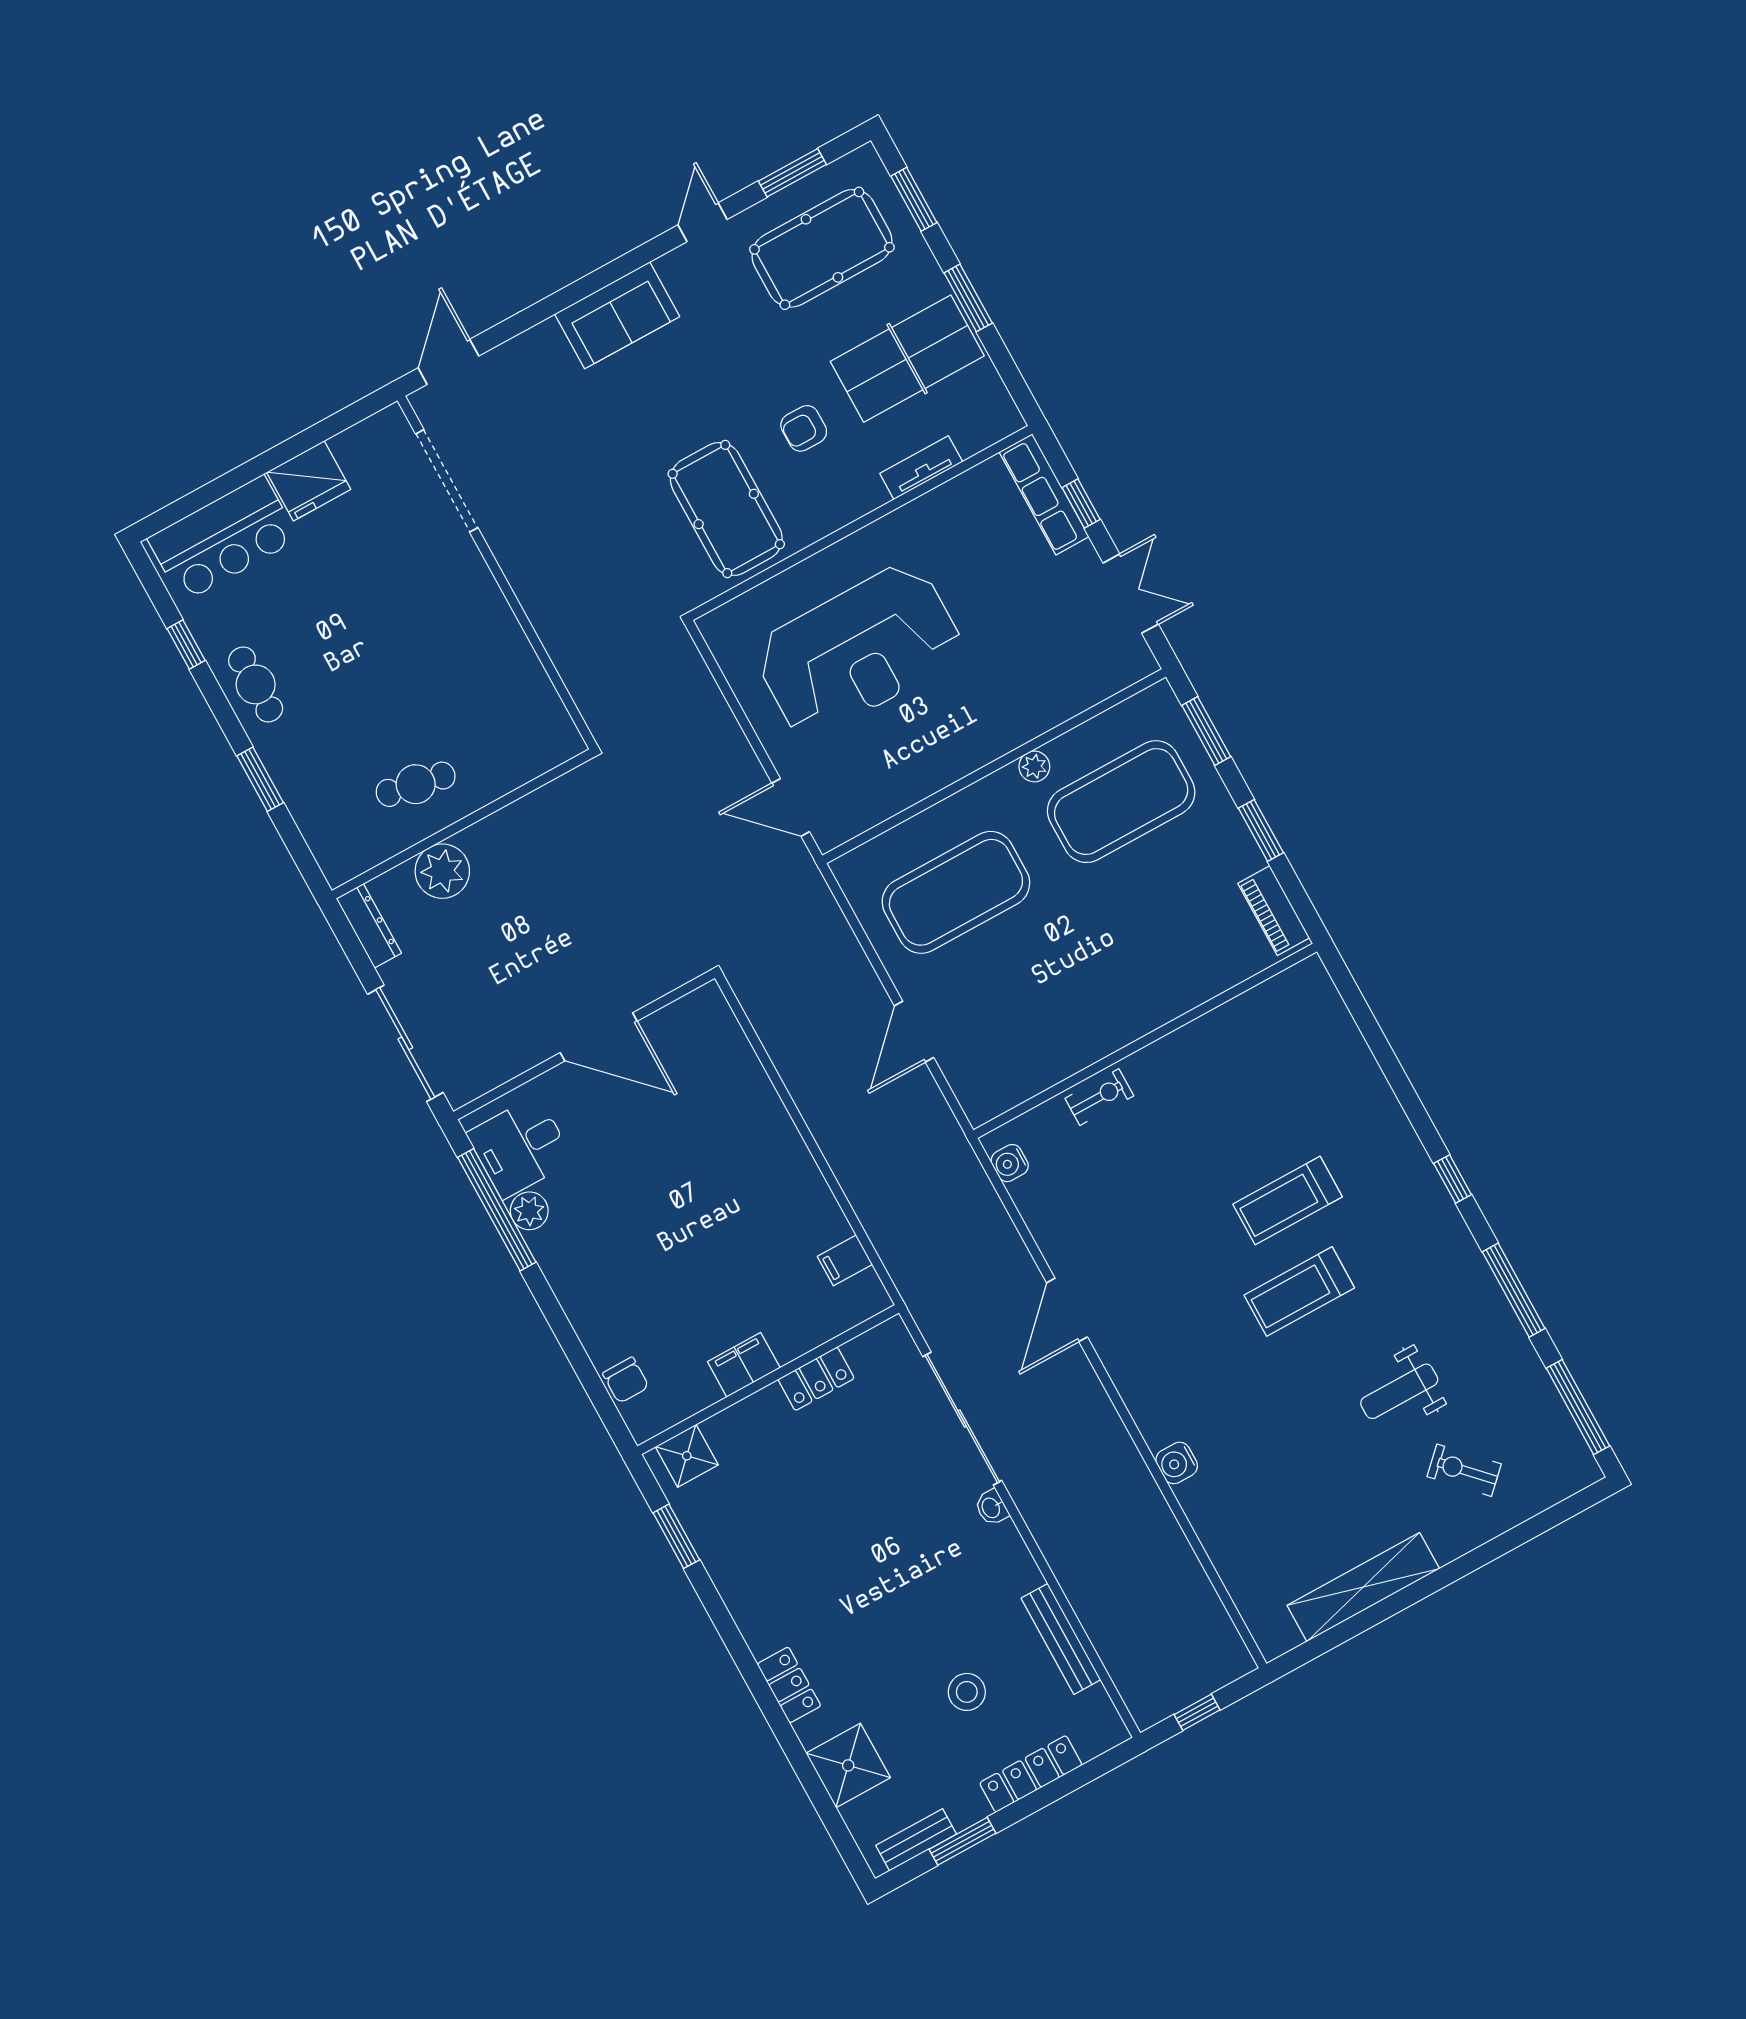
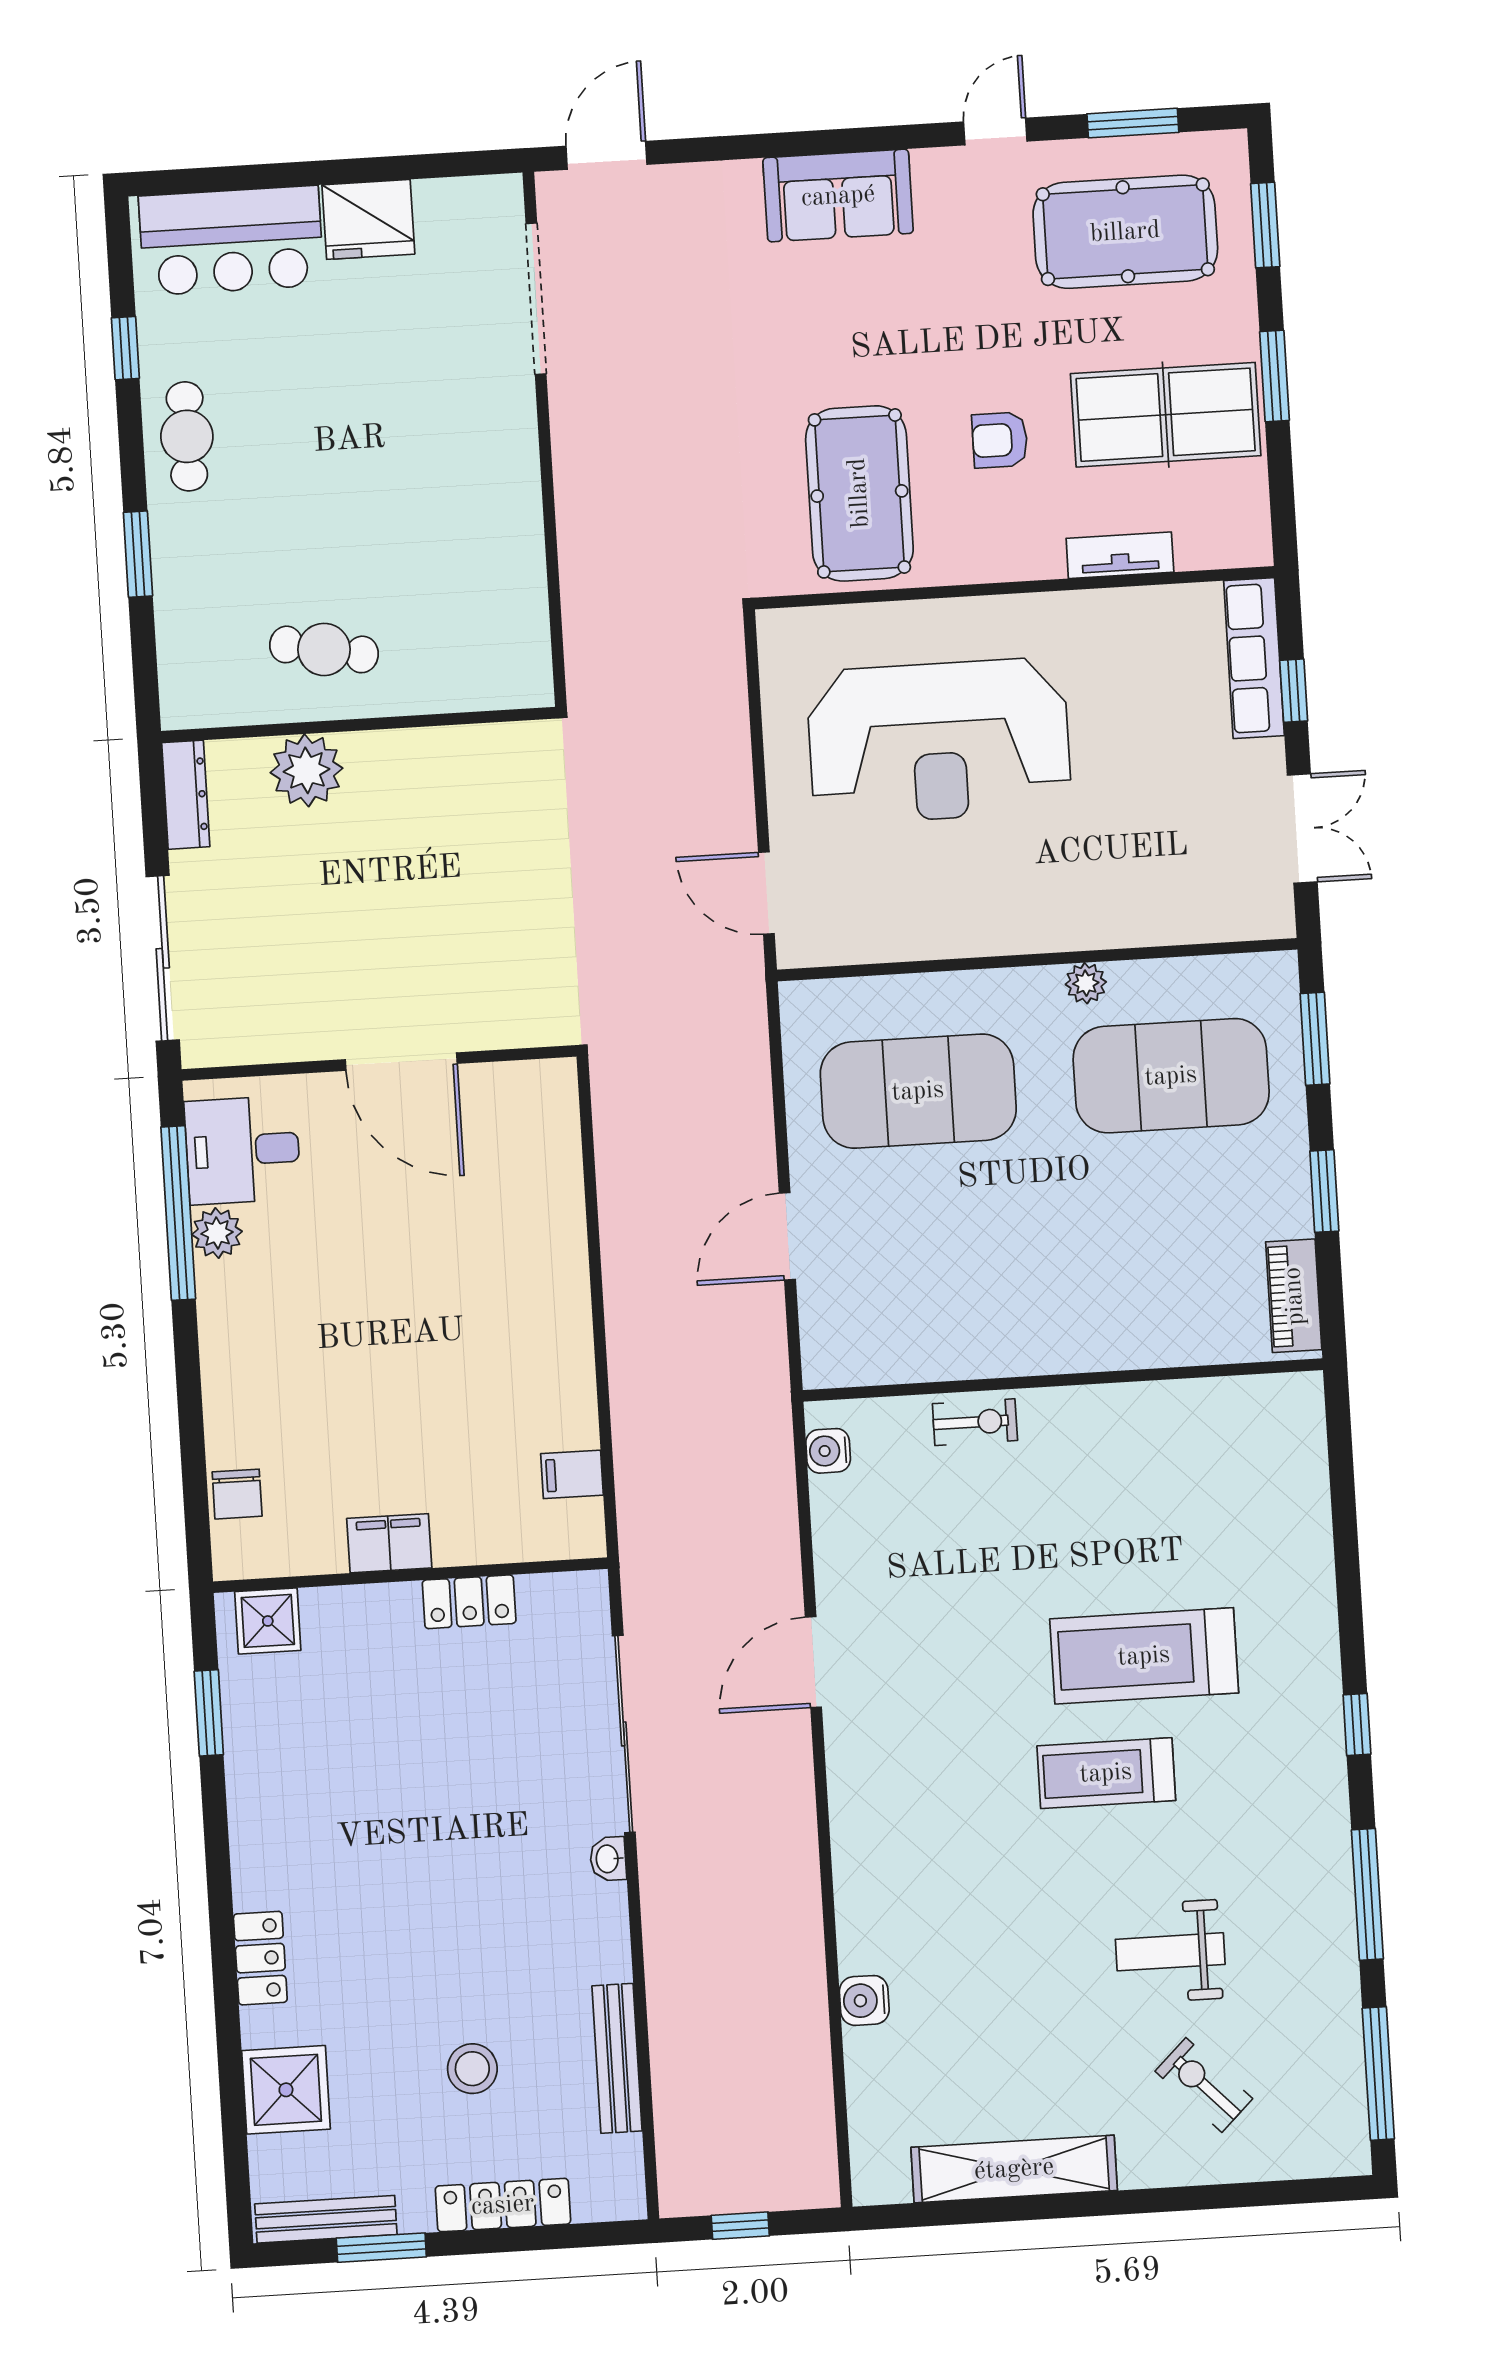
treadmill: (1288, 1200) -> (1144, 1656), width x1.37, depth x1.38
water cooler: (1177, 1463) -> (864, 2000), moved
bench: (916, 1840) -> (326, 2219), width x1.36

